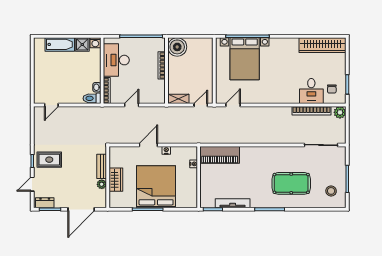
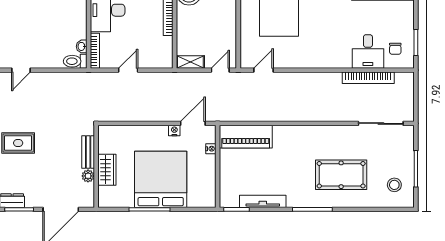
plant: (340, 112) -> (406, 80), removed
door: (148, 145) -> (193, 123), moved

